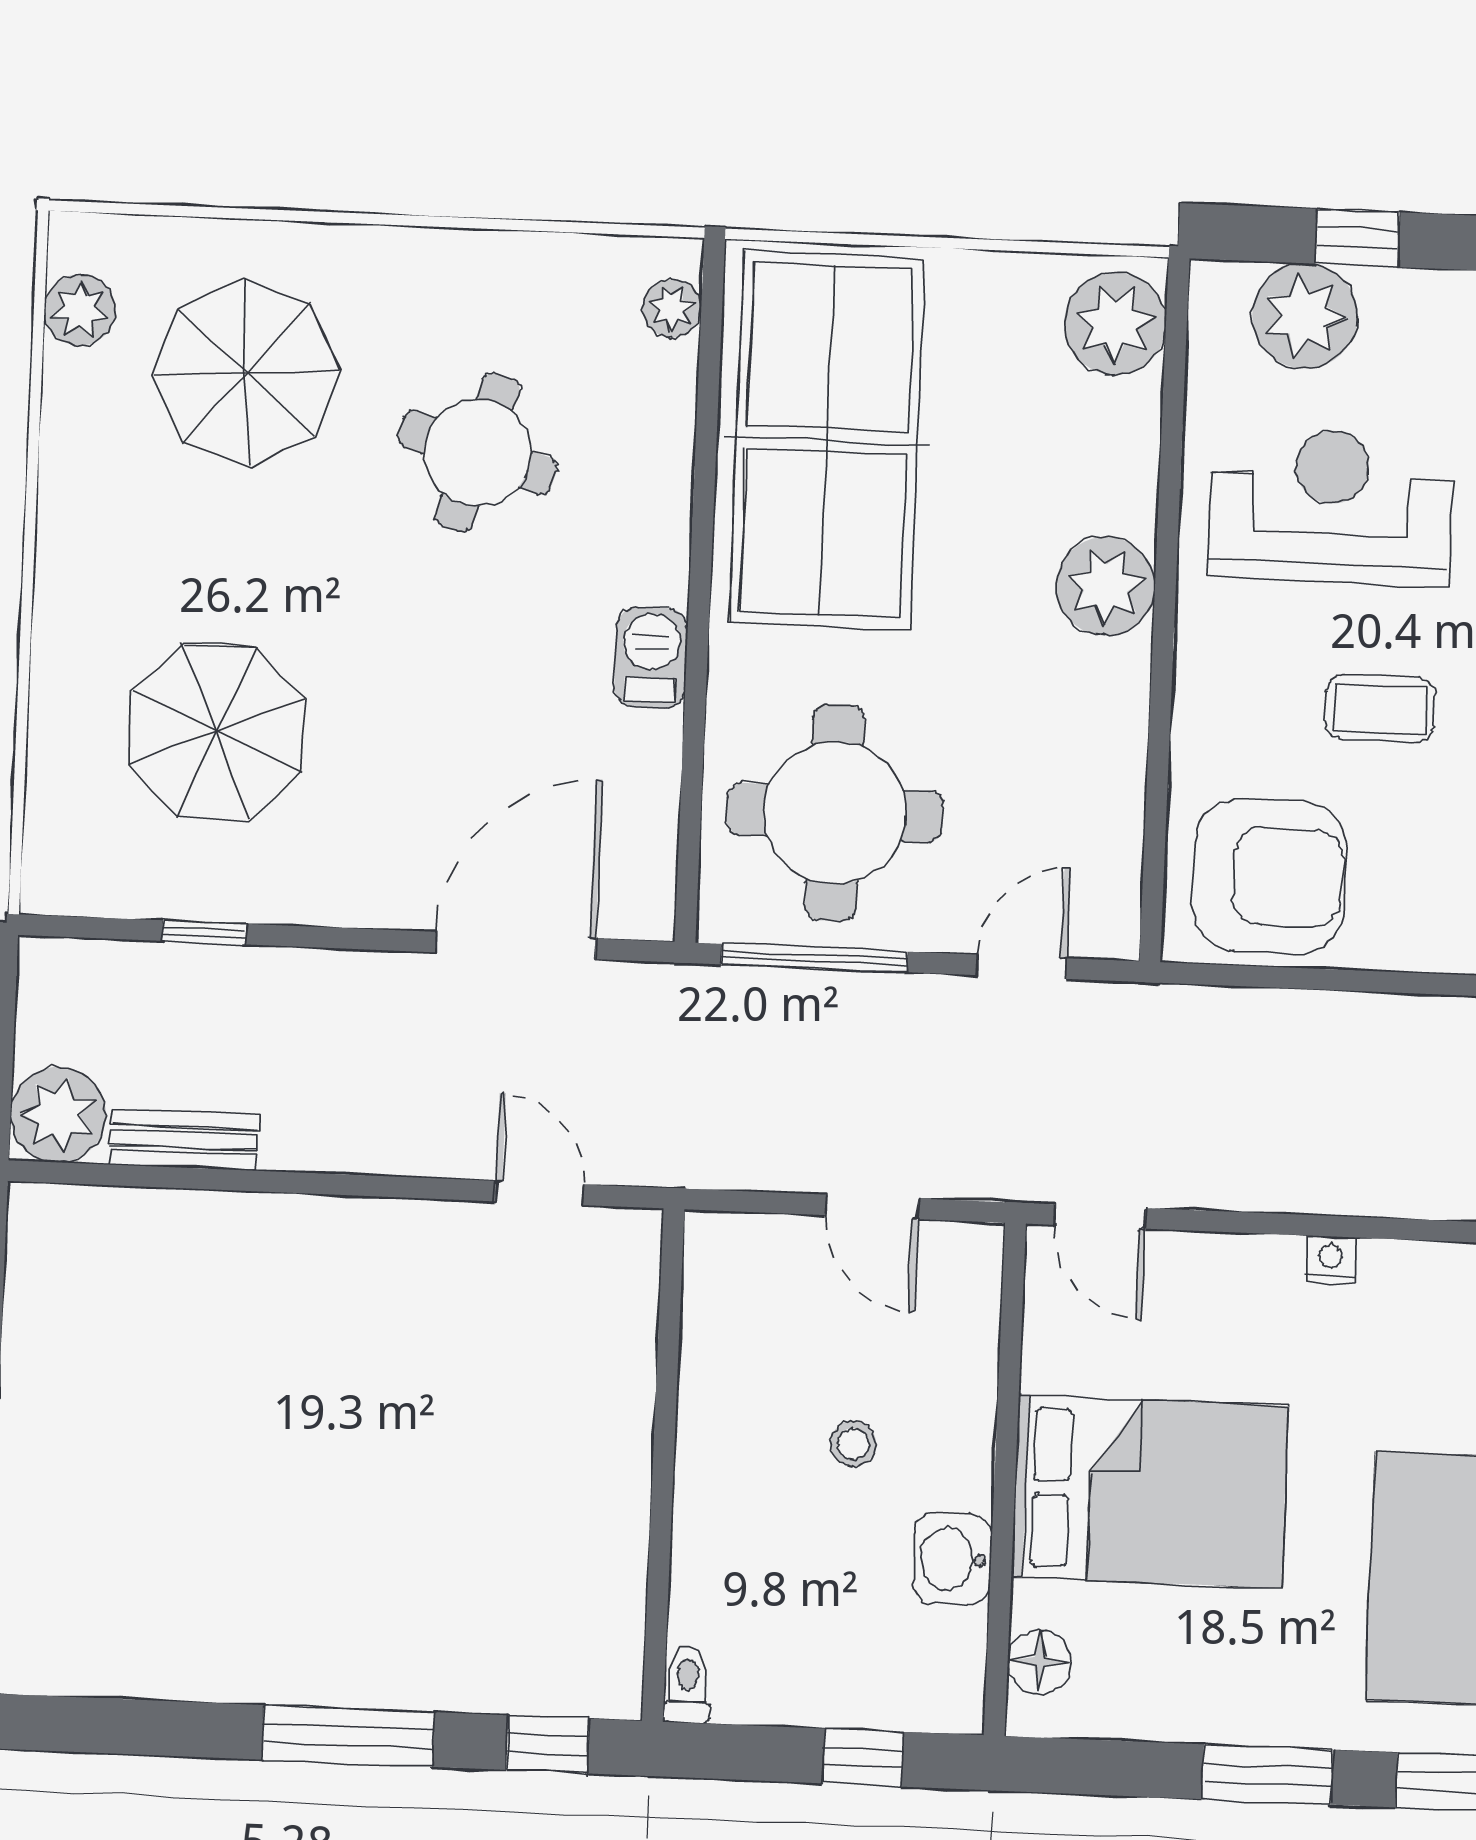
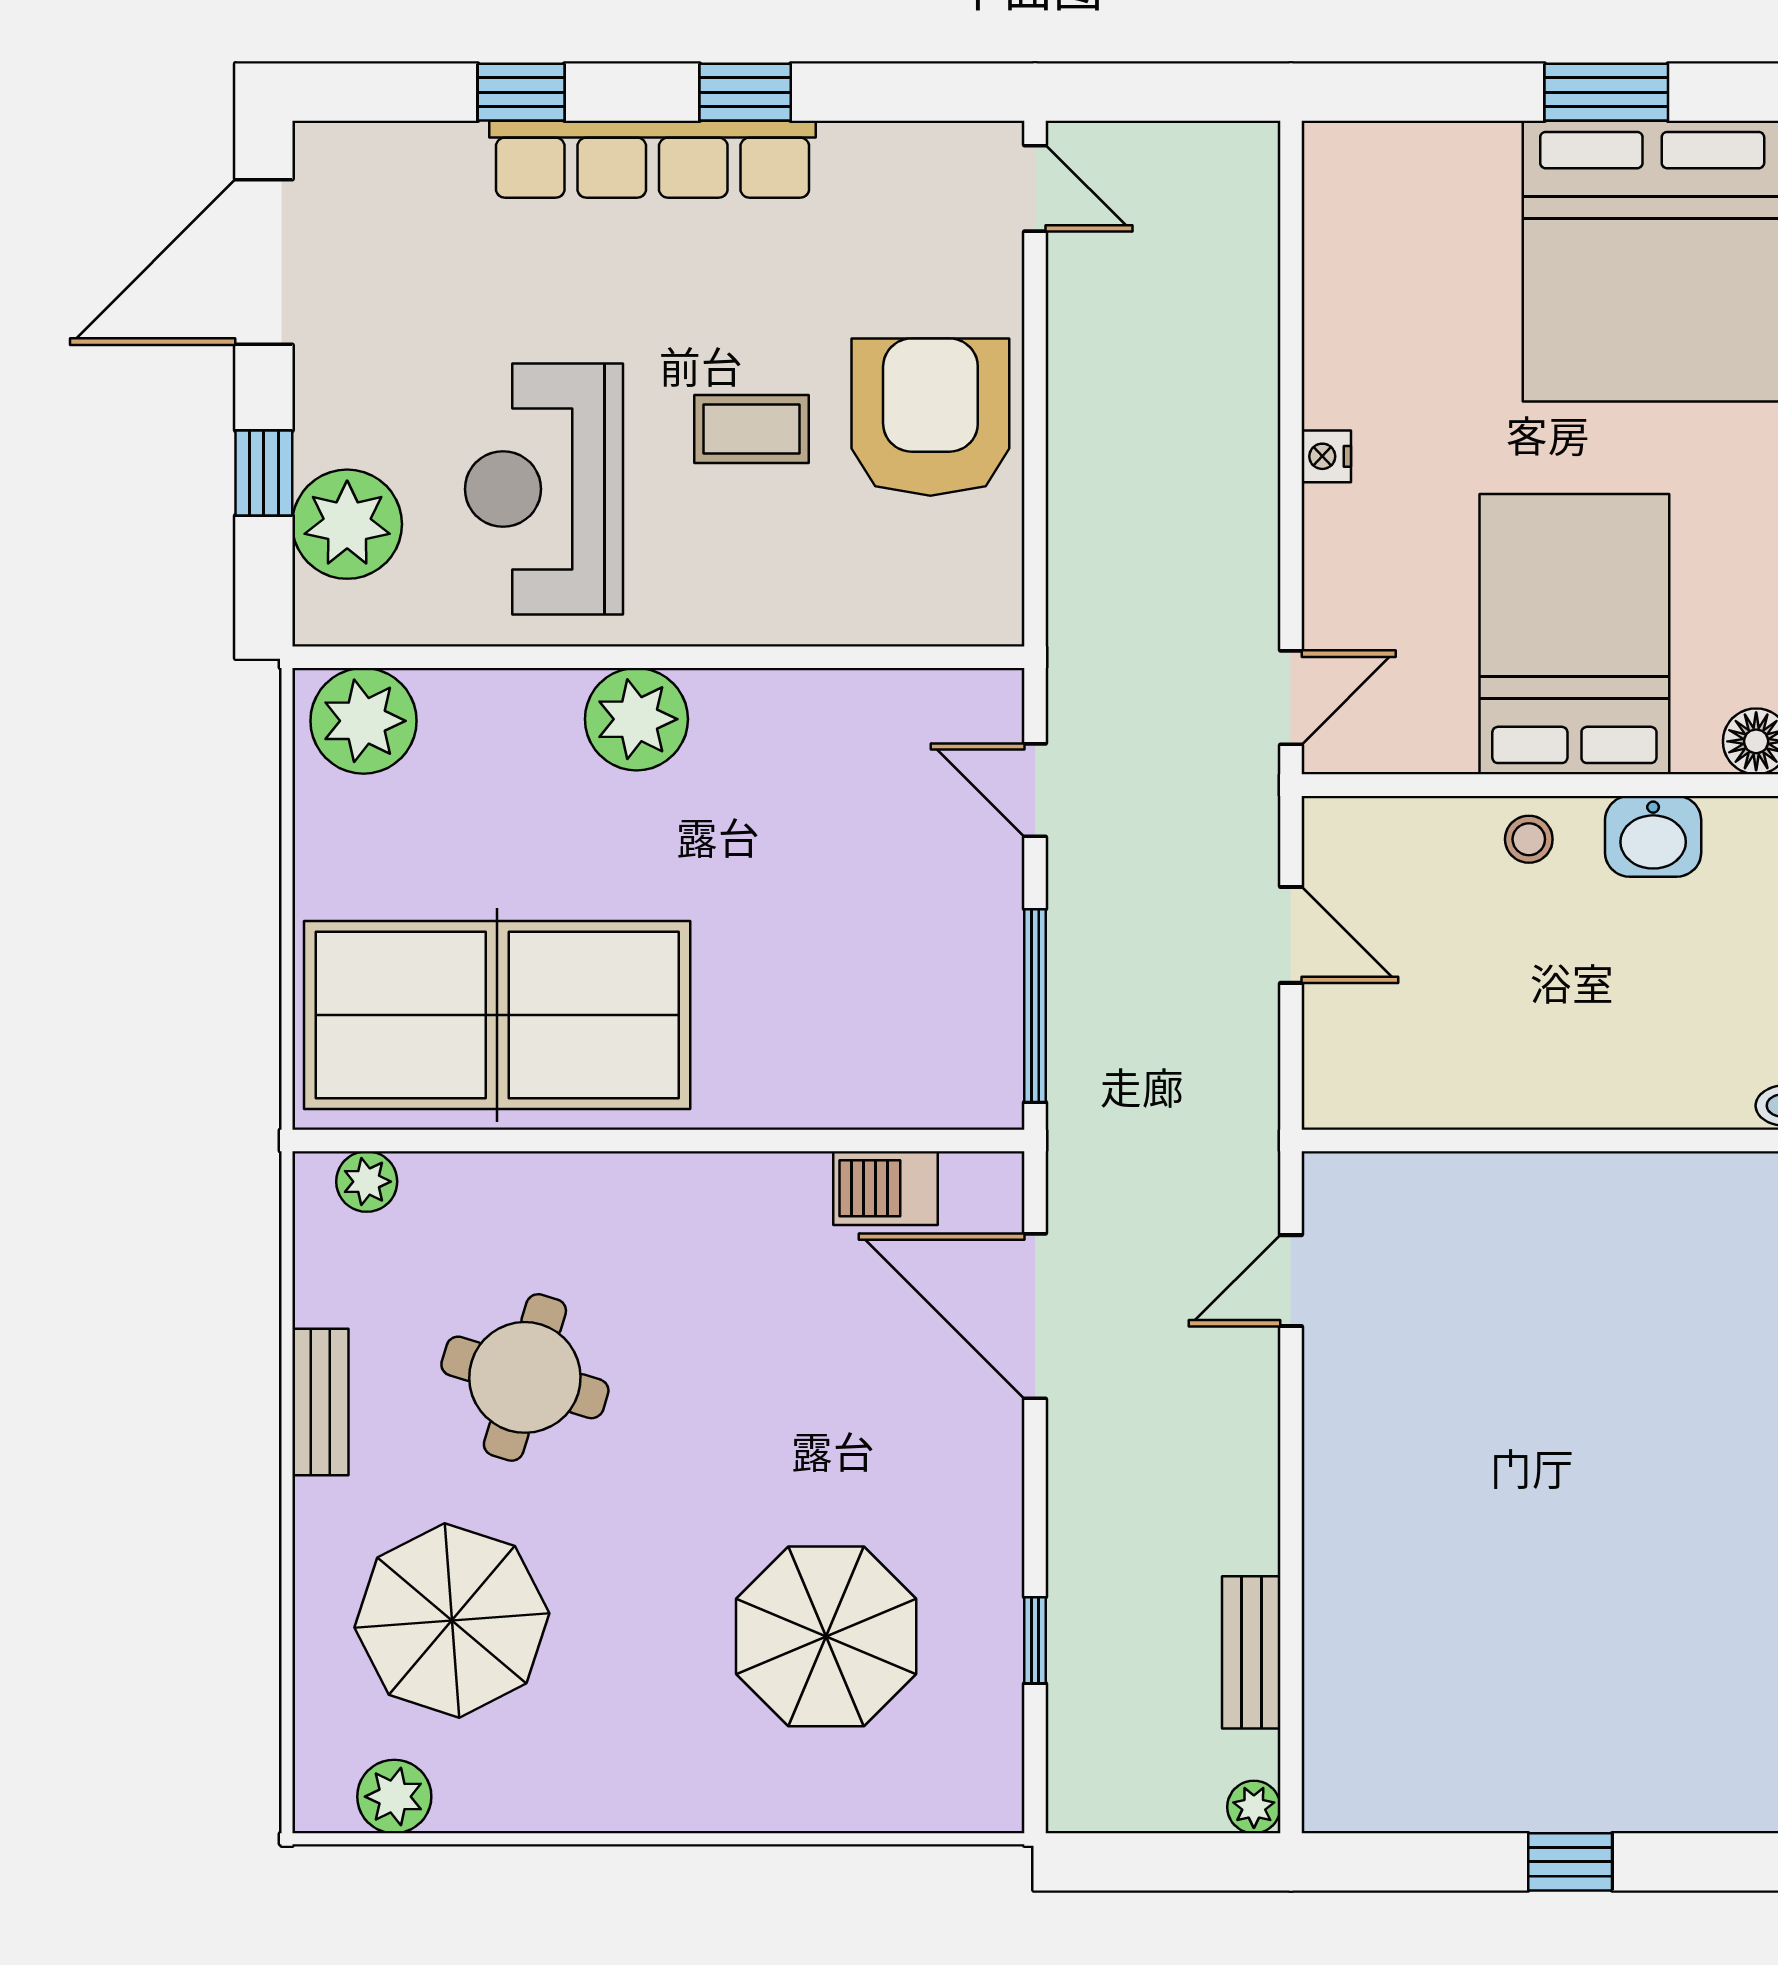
bench: (462, 255) -> (320, 1402), added
barbecue: (651, 658) -> (885, 1188), moved
coffee table: (1380, 709) -> (752, 429), turned 90
round table: (835, 813) -> (883, 991), removed
armchair: (1269, 876) -> (930, 417), moved
plant: (58, 1115) -> (1254, 1807), width x0.53, depth x0.53
door: (872, 1207) -> (1291, 935), hinge flipped
stool: (853, 1444) -> (1529, 839), moved

